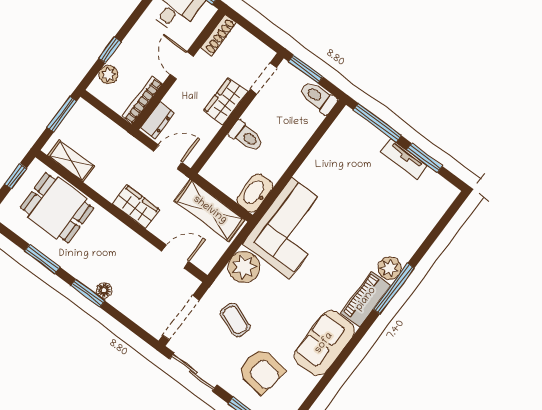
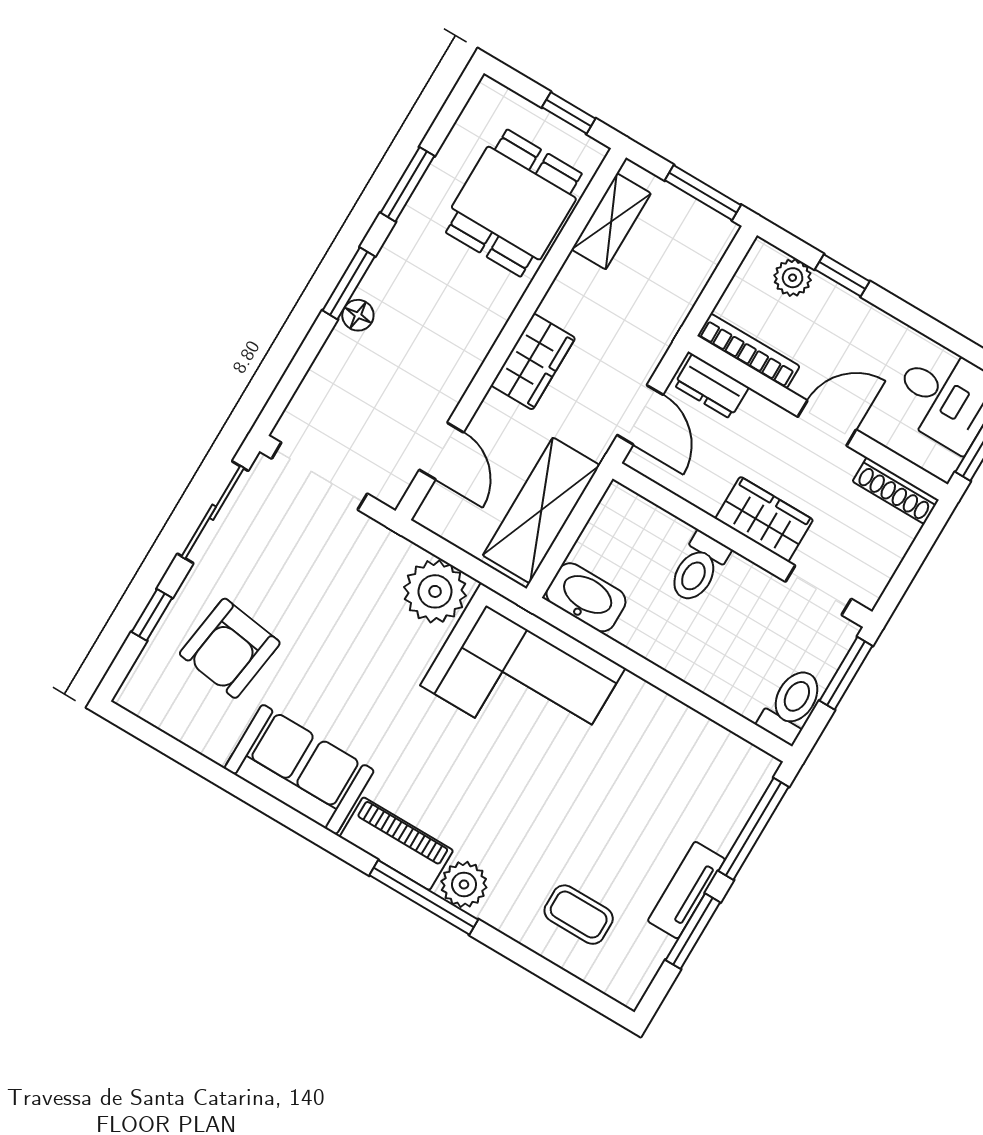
coffee table: (235, 320) -> (579, 915), moved, turned 70

